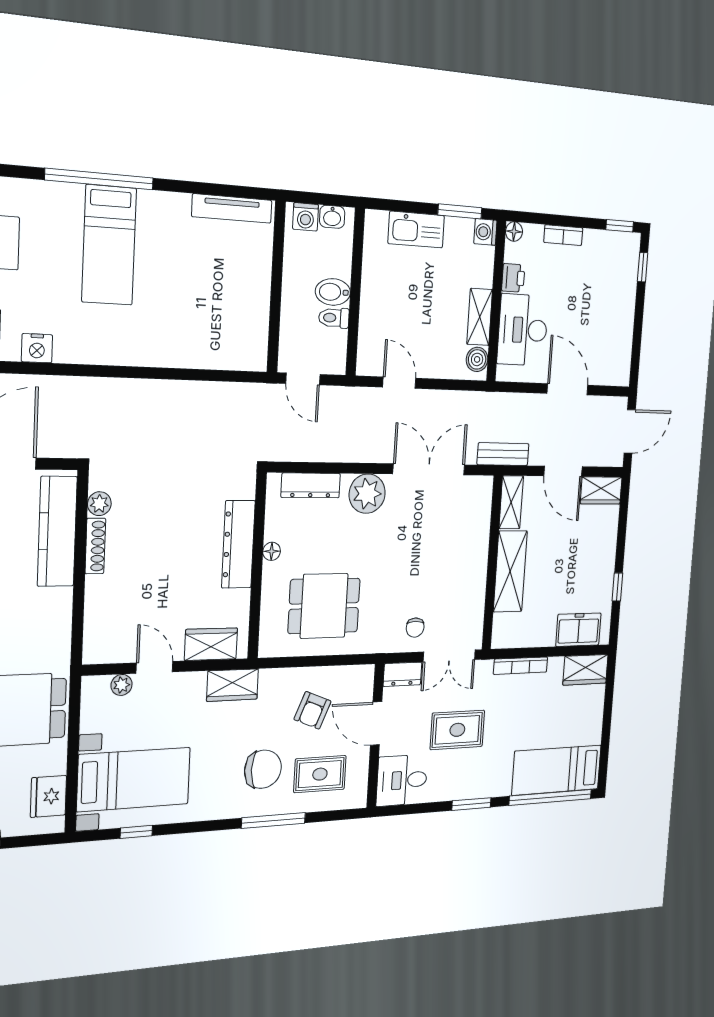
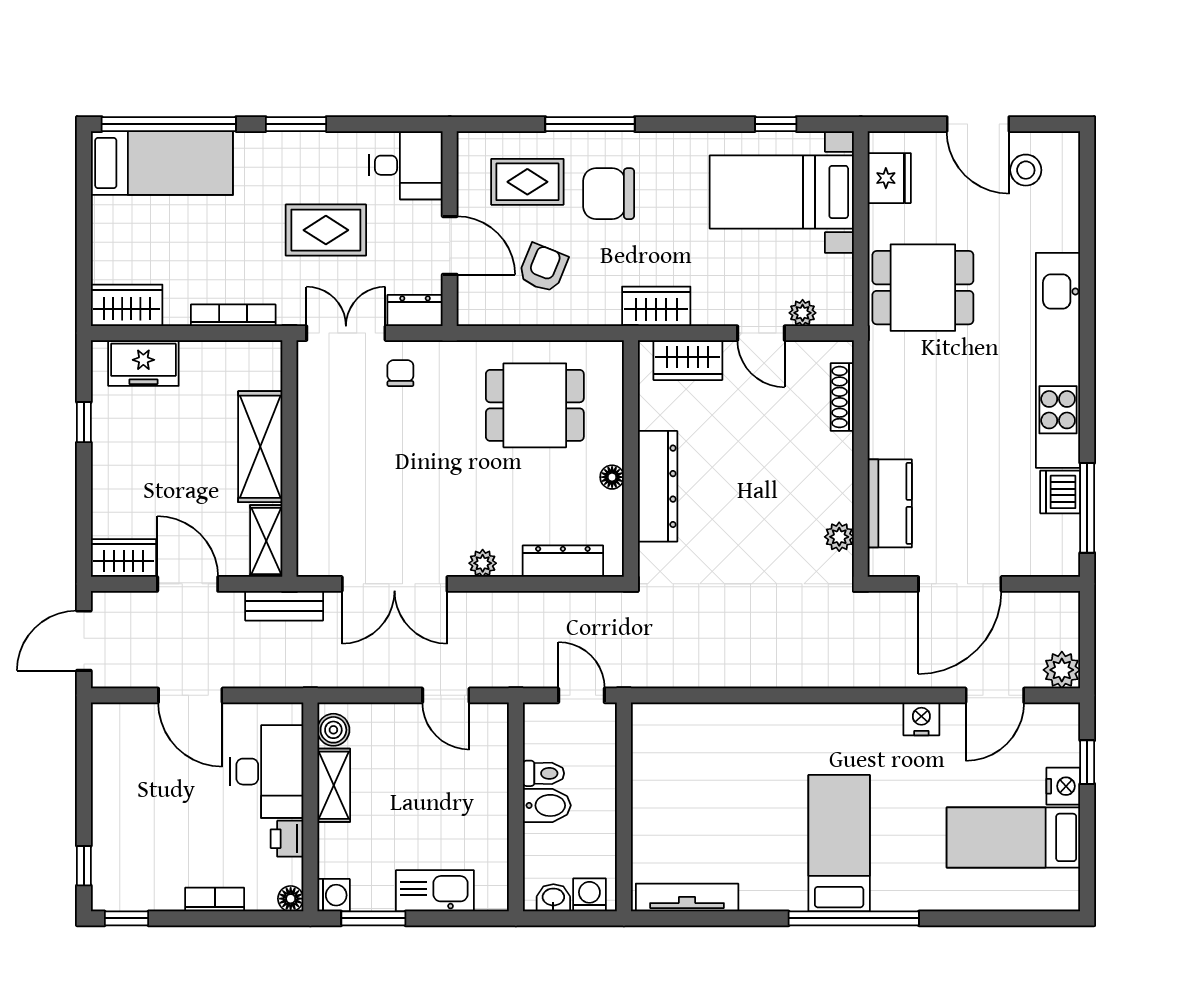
plant: (367, 494) -> (483, 563), width x0.53, depth x0.53
kitchen counter: (57, 531) -> (890, 503), width x0.67
shoe rack: (95, 546) -> (842, 397), moved

